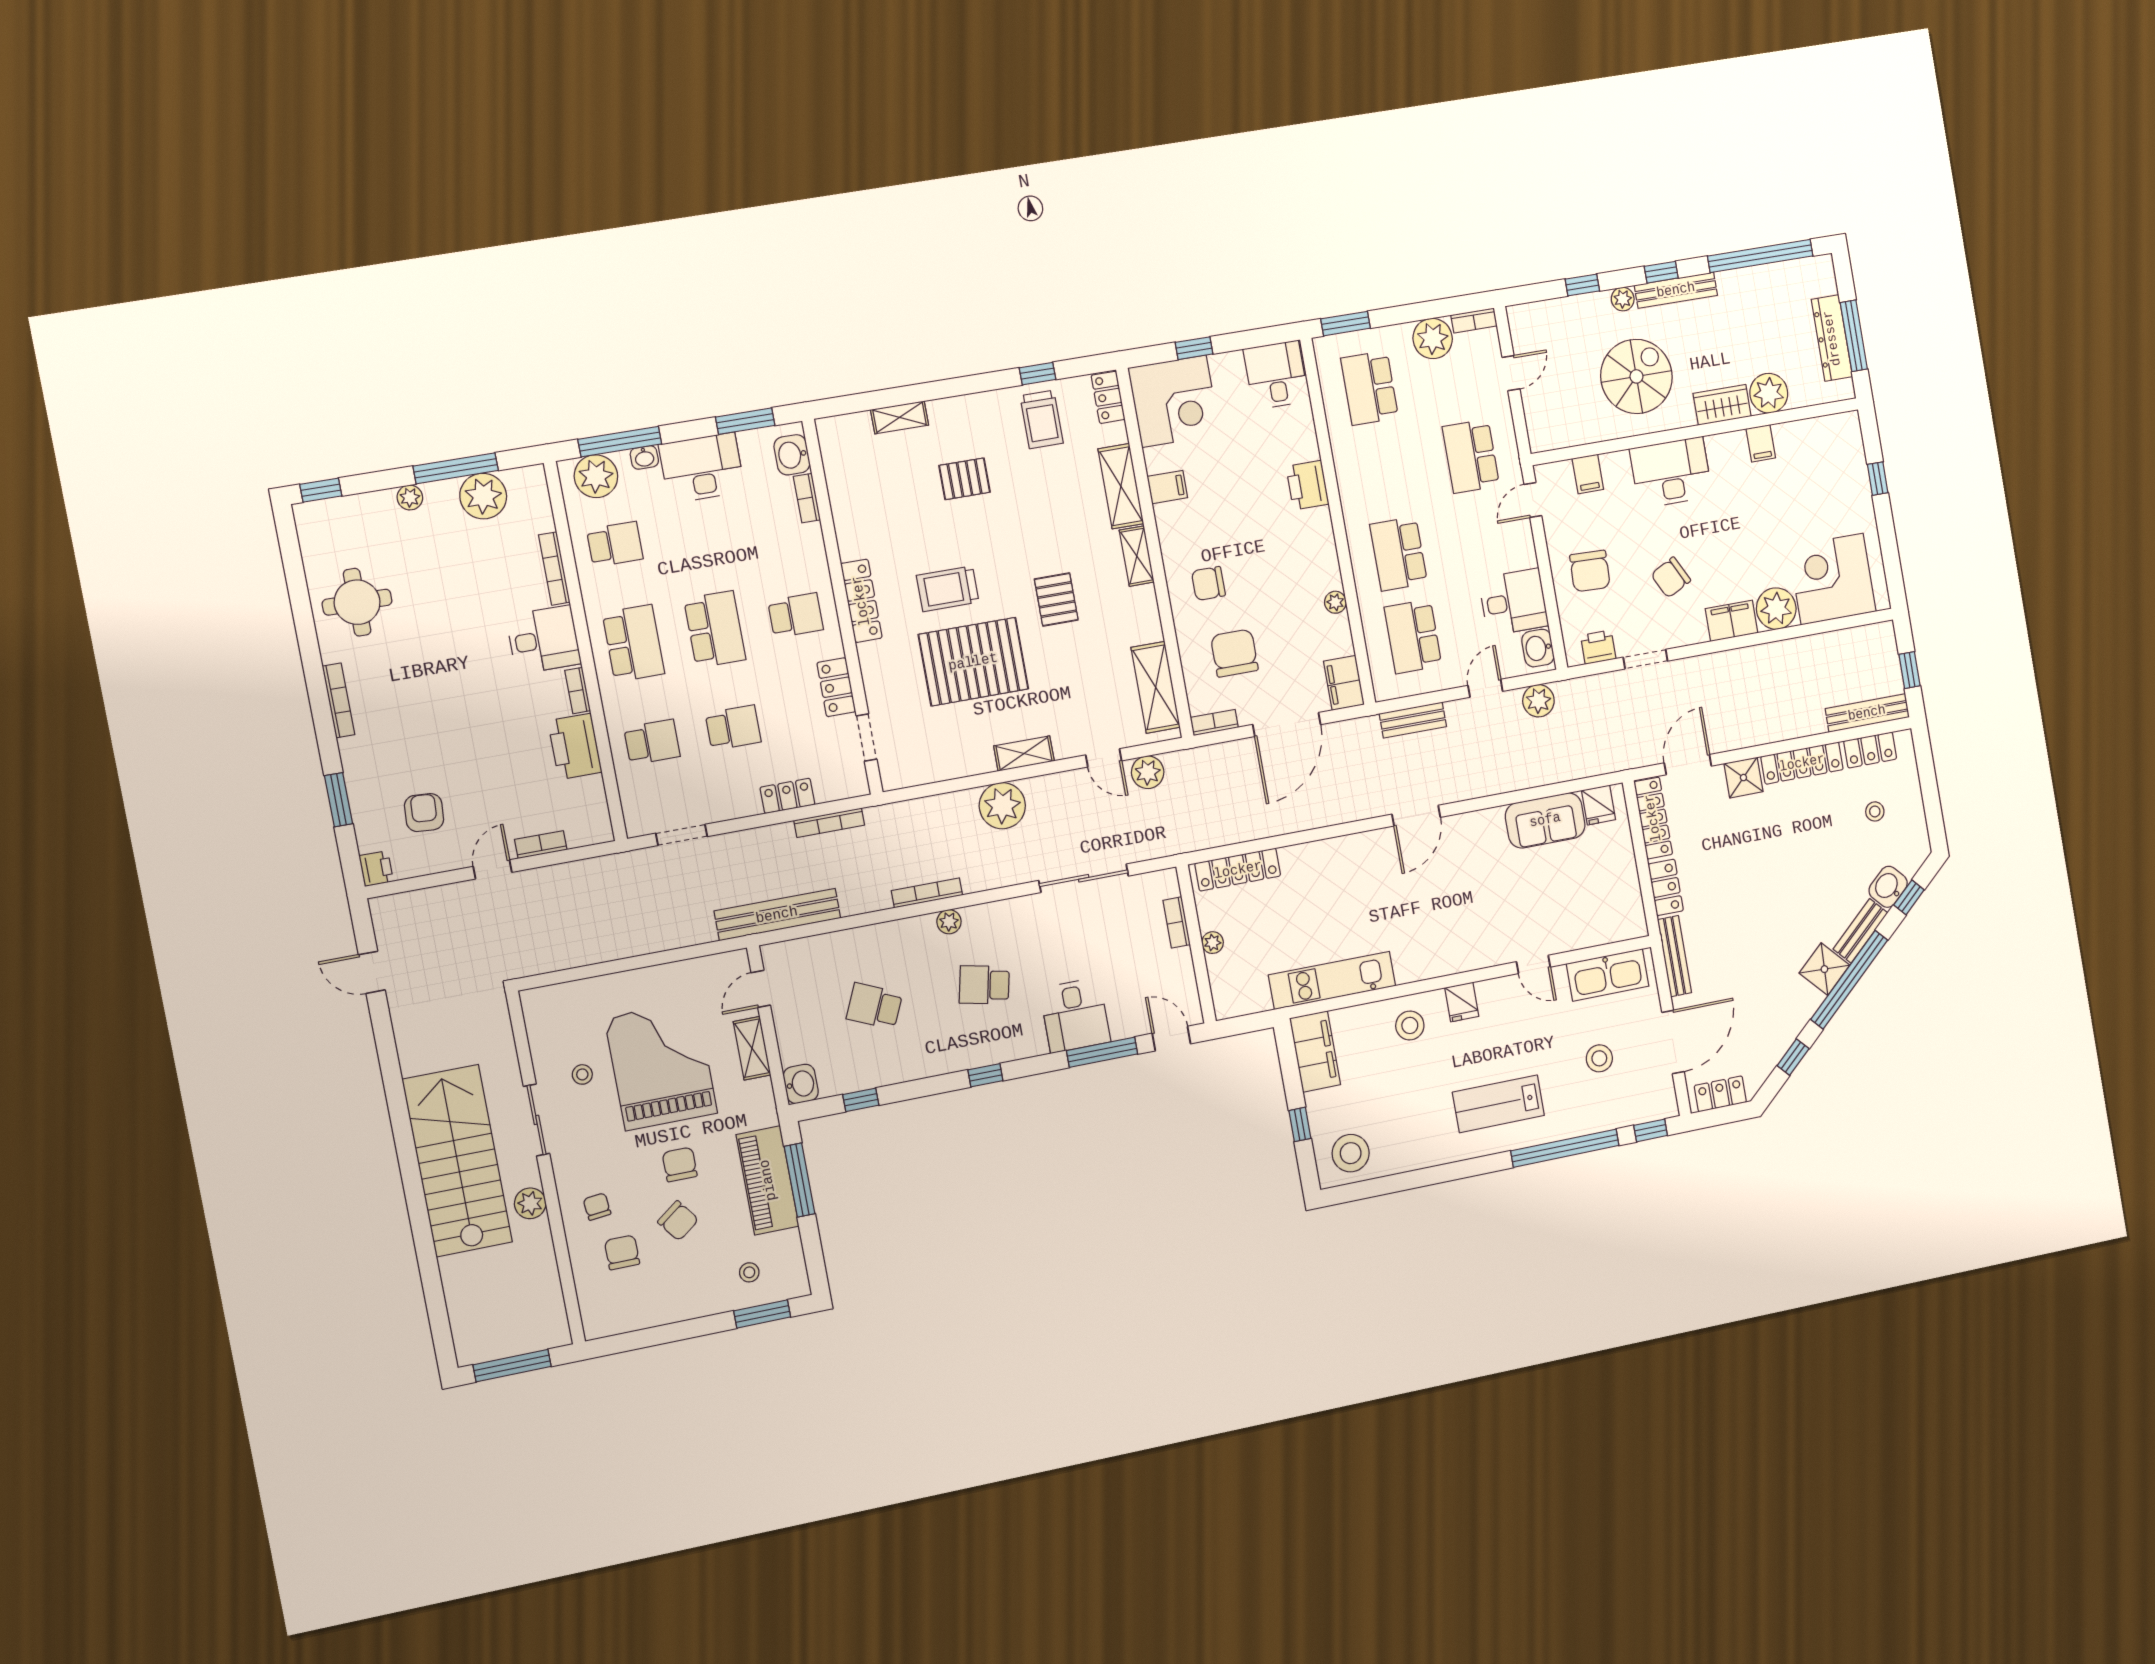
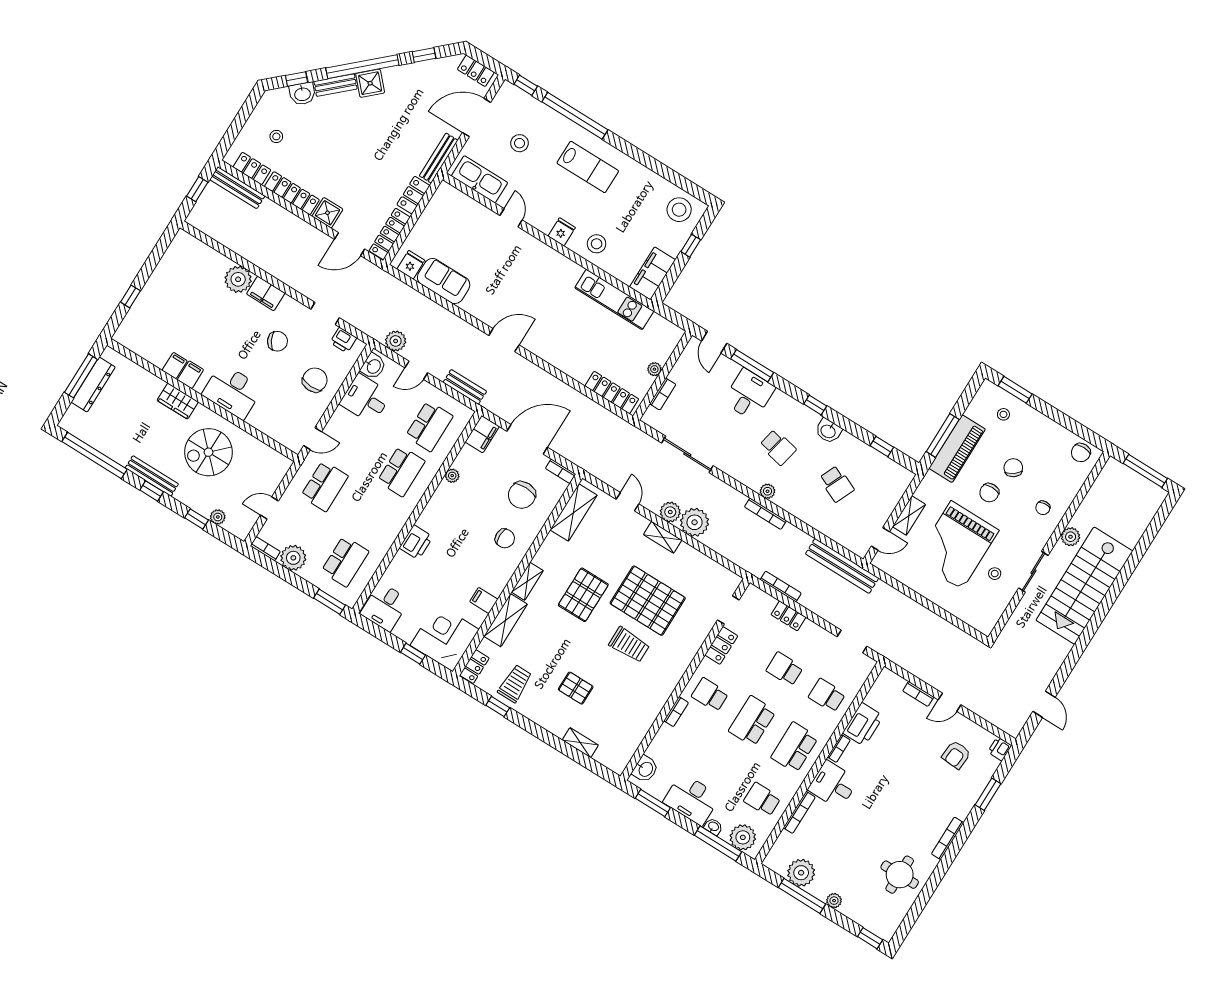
plant: (1623, 299) -> (218, 517), moved
plant: (1769, 393) -> (149, 386), removed
filing cabinet: (1588, 474) -> (190, 375), moved
bookcase: (807, 498) -> (676, 712), moved
corner desk: (1832, 579) -> (197, 268), removed
pallet: (1056, 599) -> (583, 595), width x1.50, depth x1.42
locker: (861, 601) -> (674, 675), removed
plant: (1148, 772) -> (670, 512), moved
washbasin: (801, 1084) -> (828, 431), moved, turned -90
chair: (622, 1252) -> (1081, 453), moved

